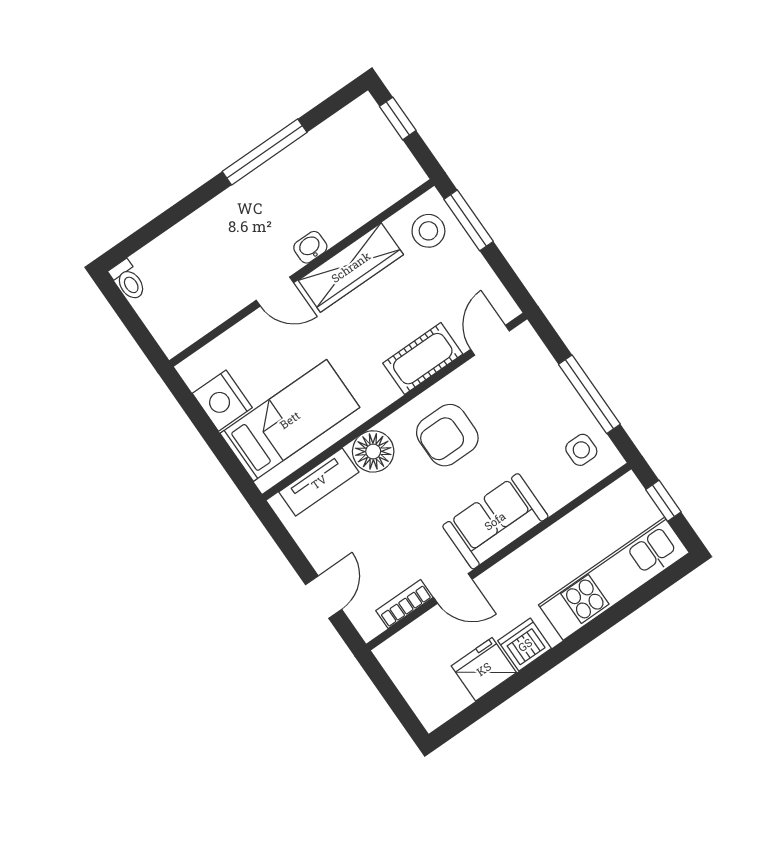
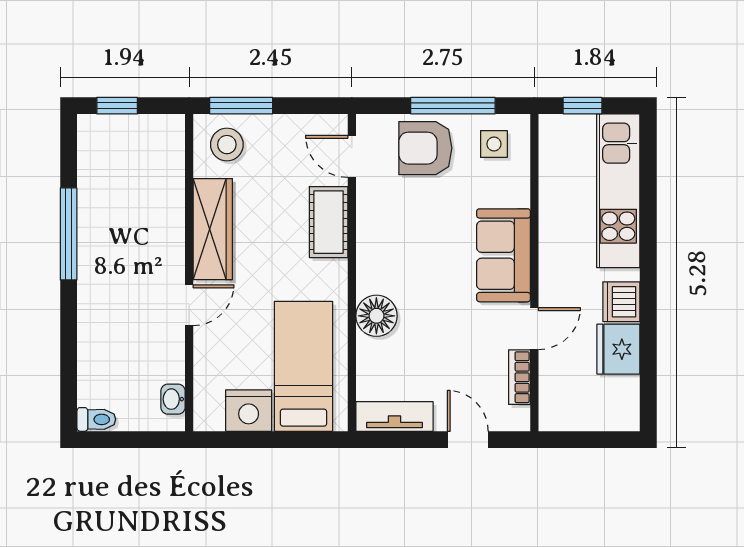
washbasin: (310, 247) -> (173, 399), moved
armchair: (447, 435) -> (425, 148), moved, turned 90
tv unit: (319, 482) -> (394, 417), moved, turned -90

